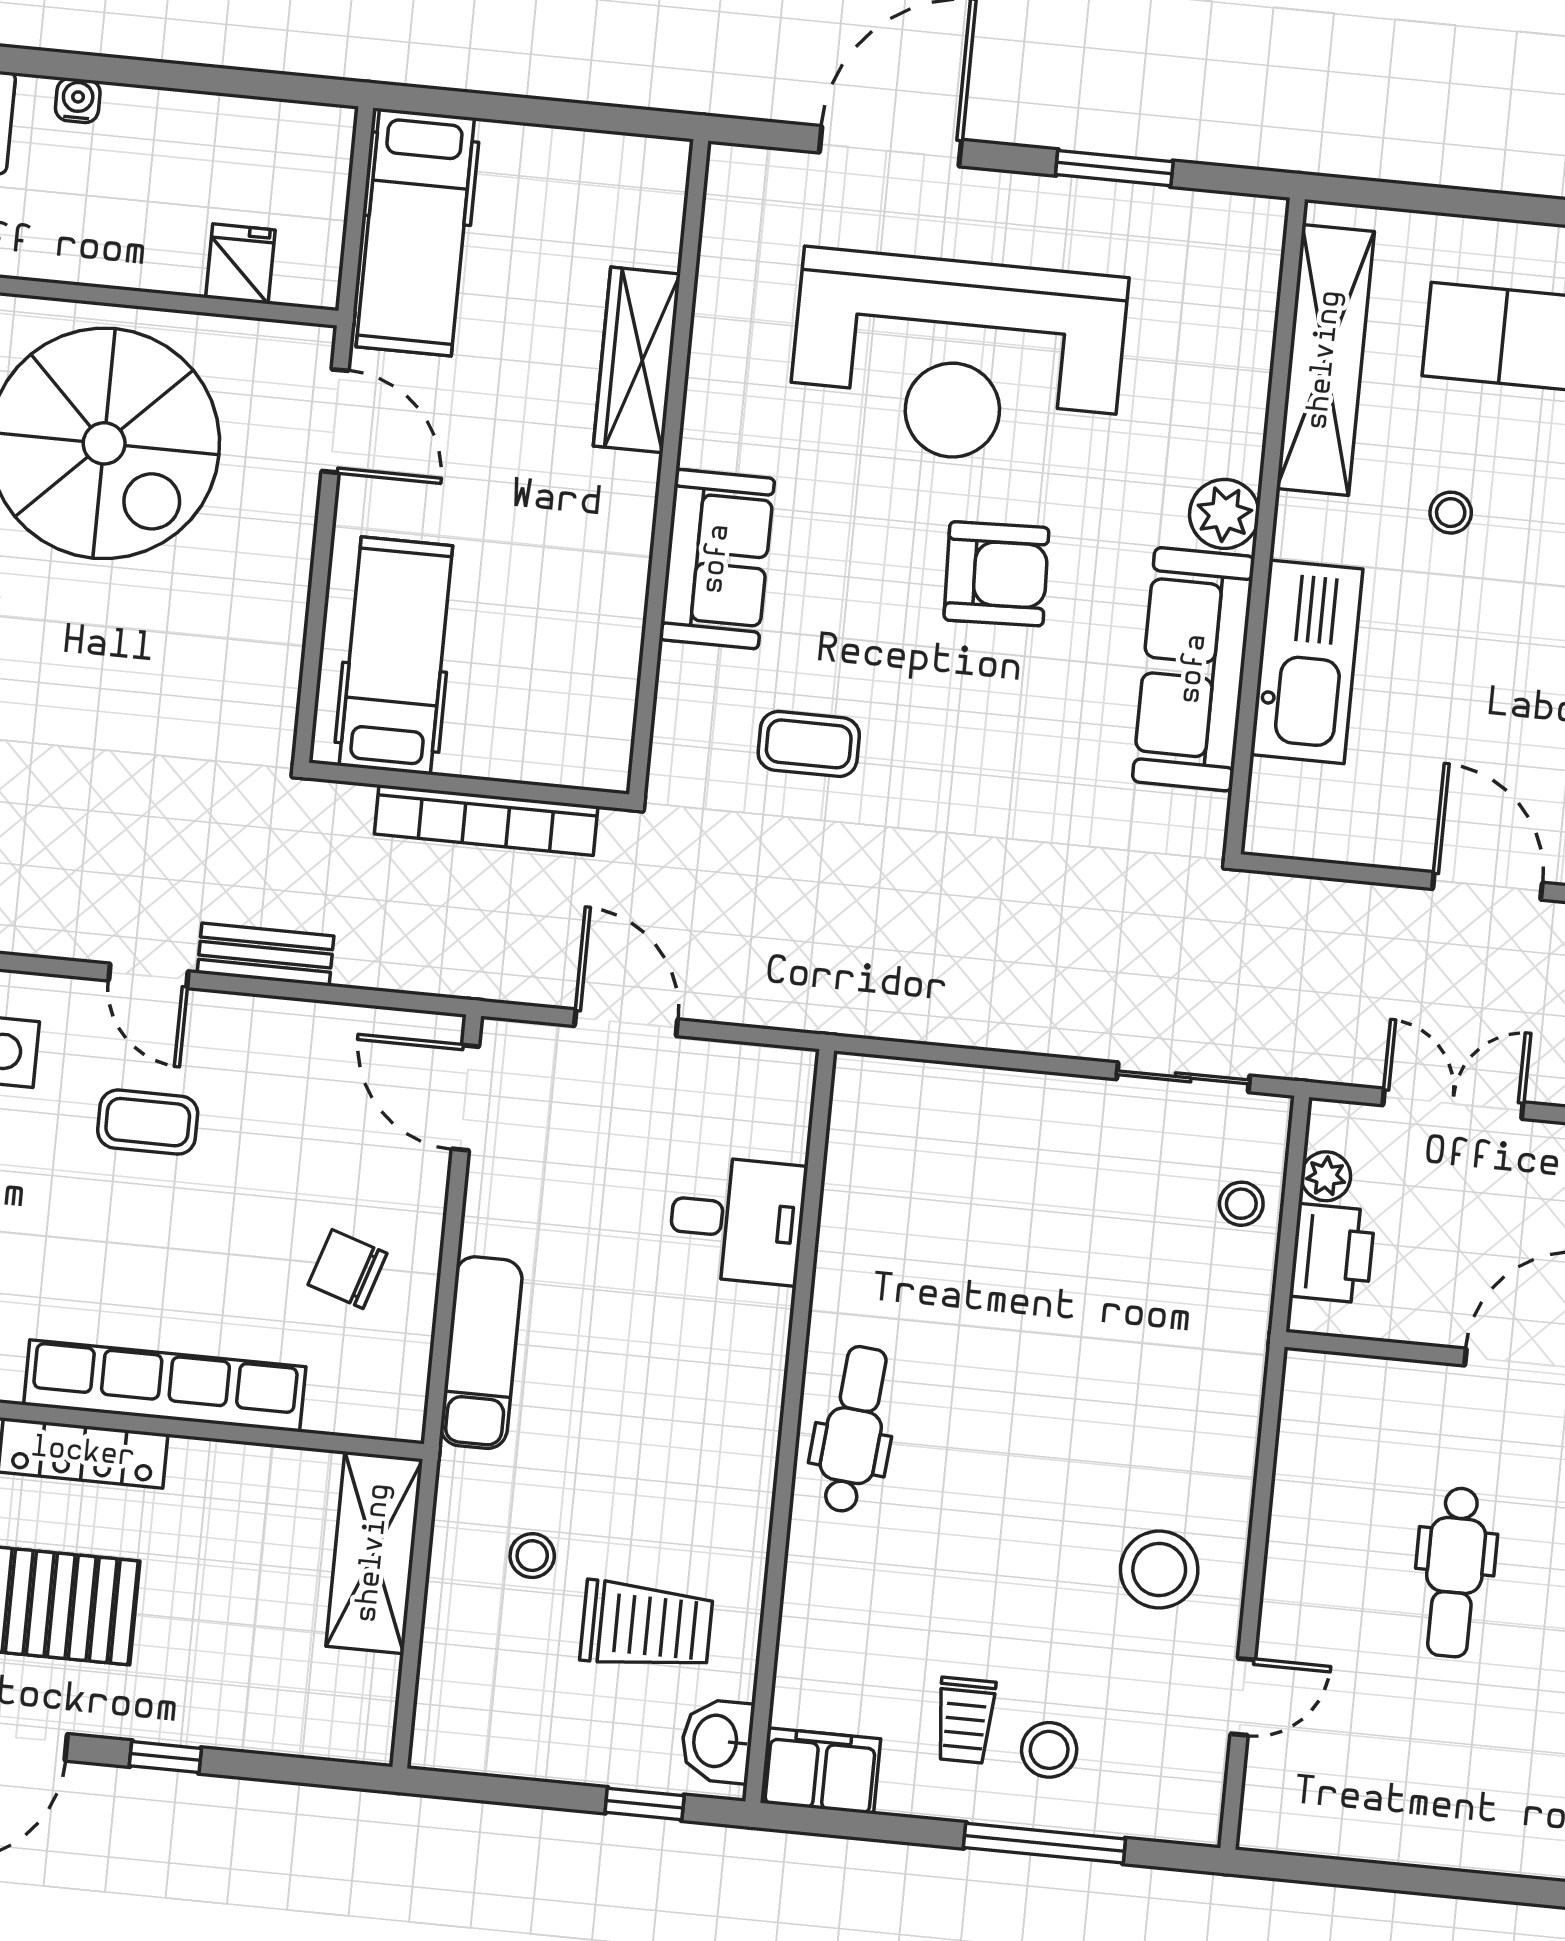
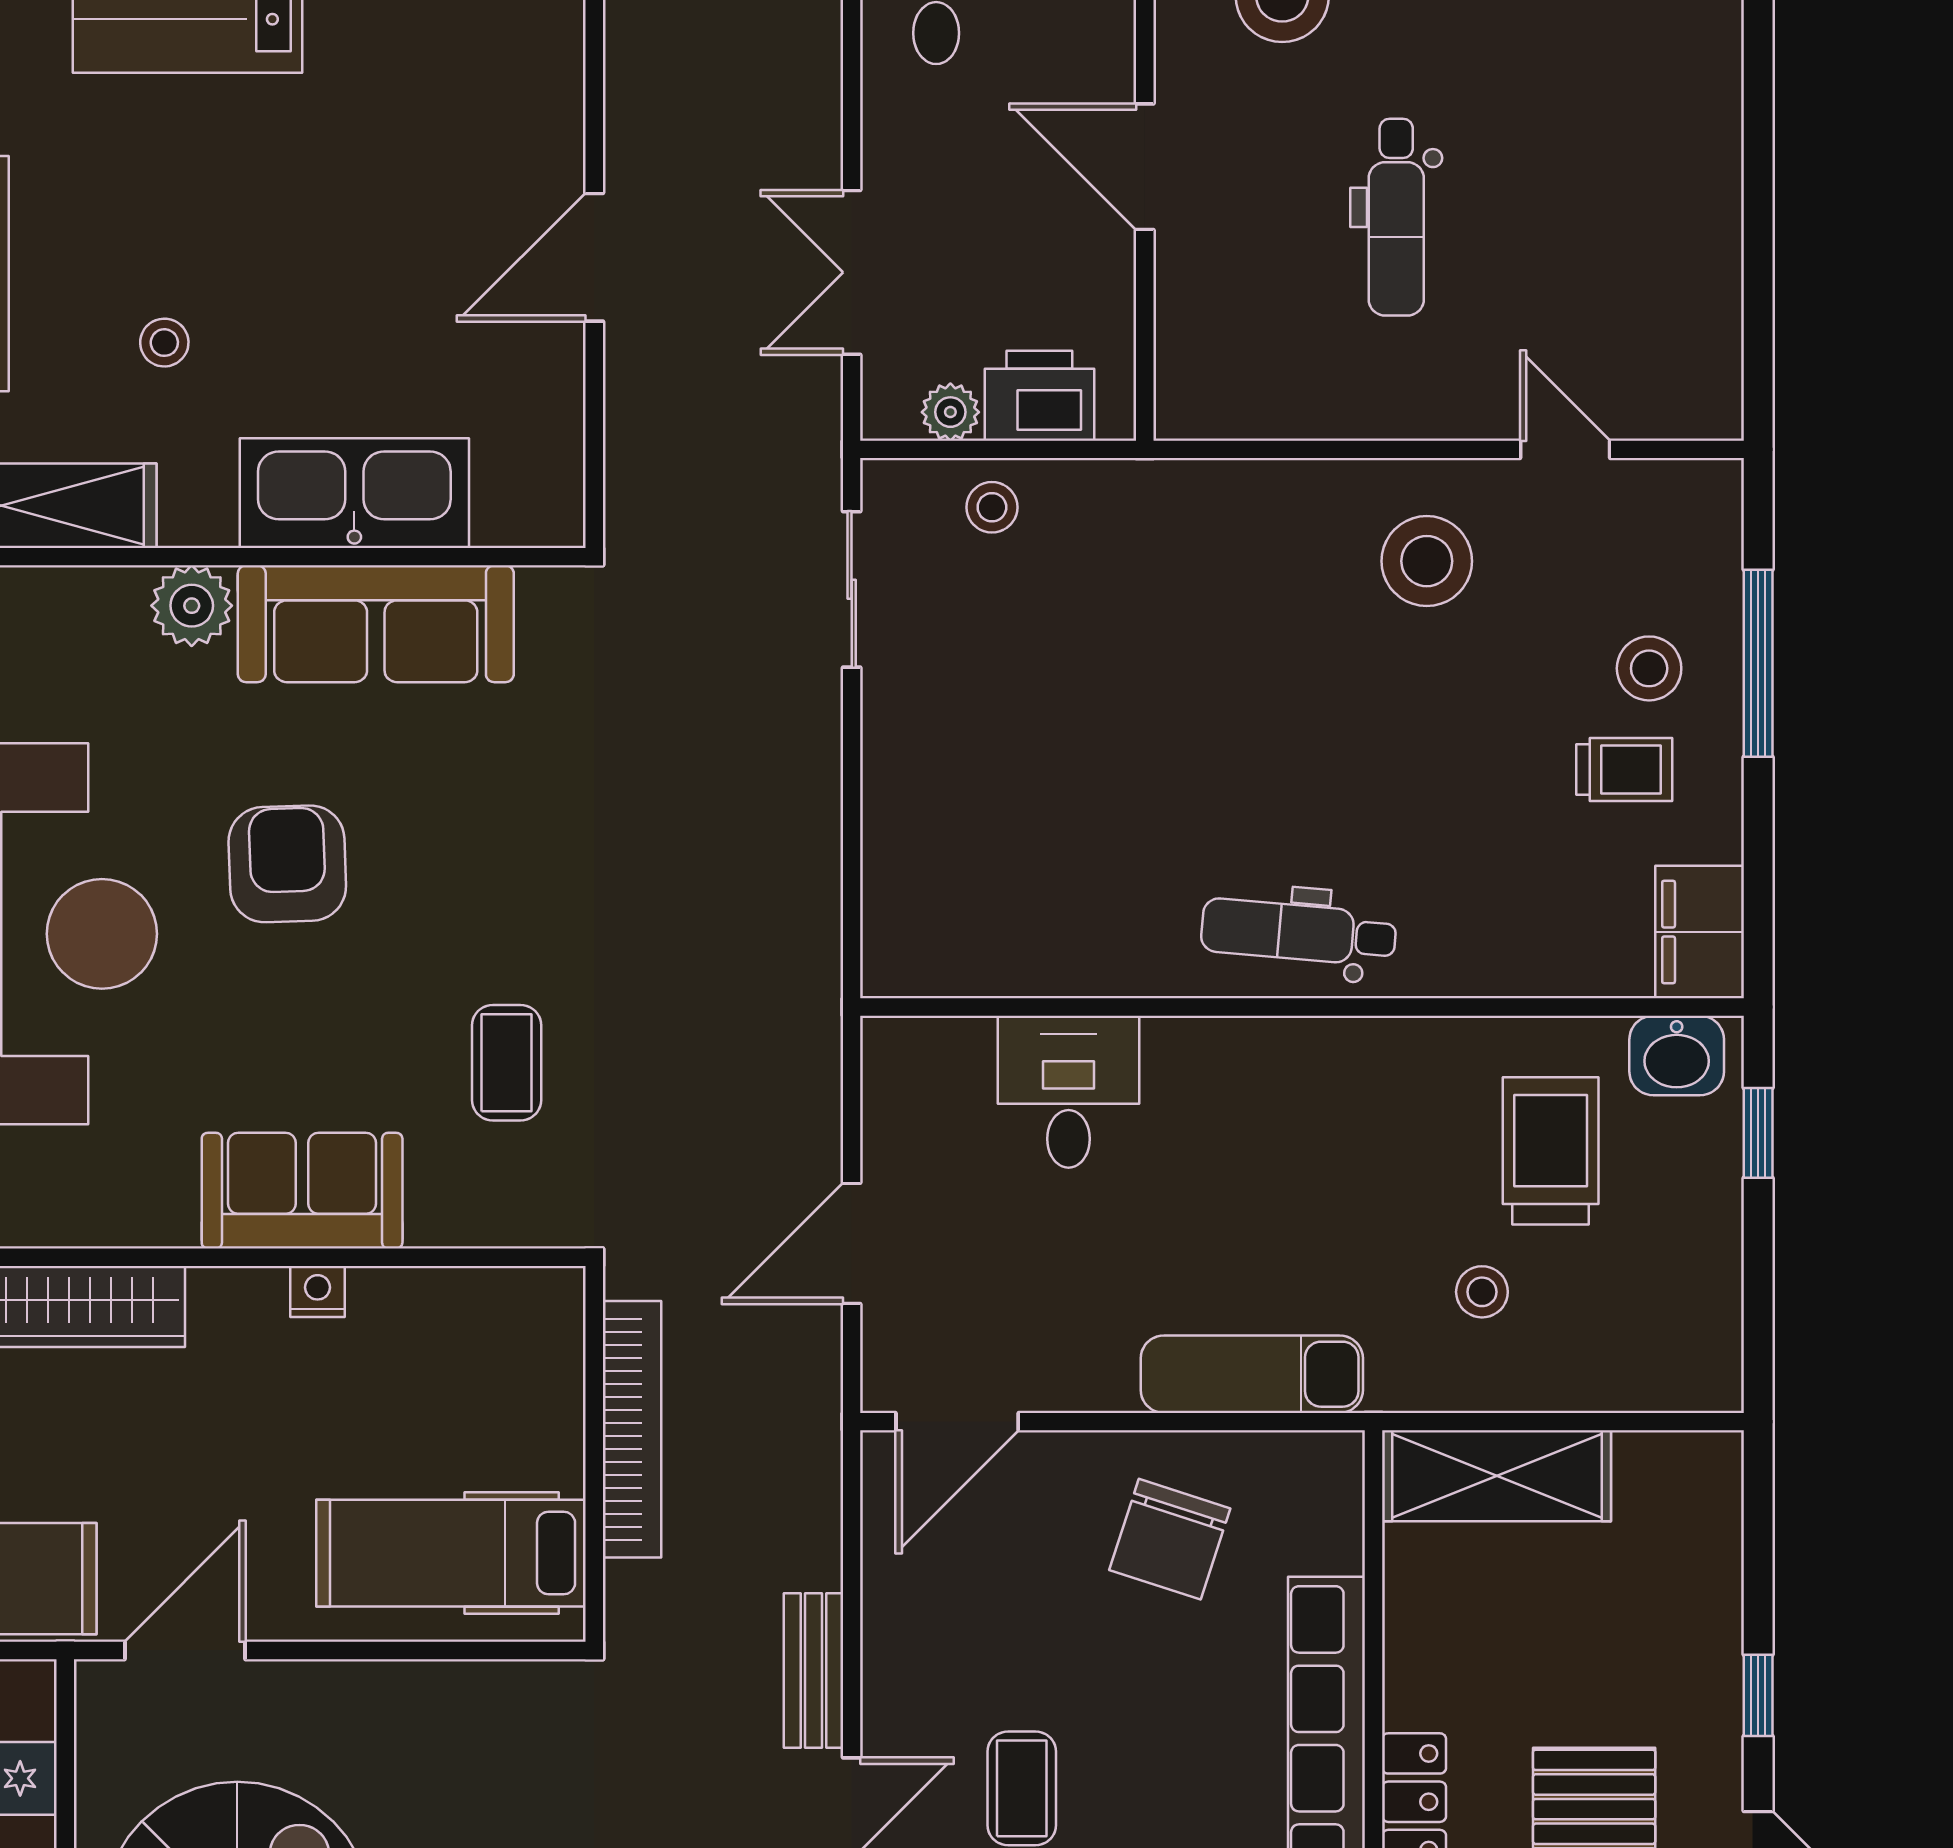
nightstand: (630, 564) -> (318, 1291), added
chair: (348, 1269) -> (1170, 1539), width x1.37, depth x1.37
dental chair: (1455, 1572) -> (1396, 217), turned 90

